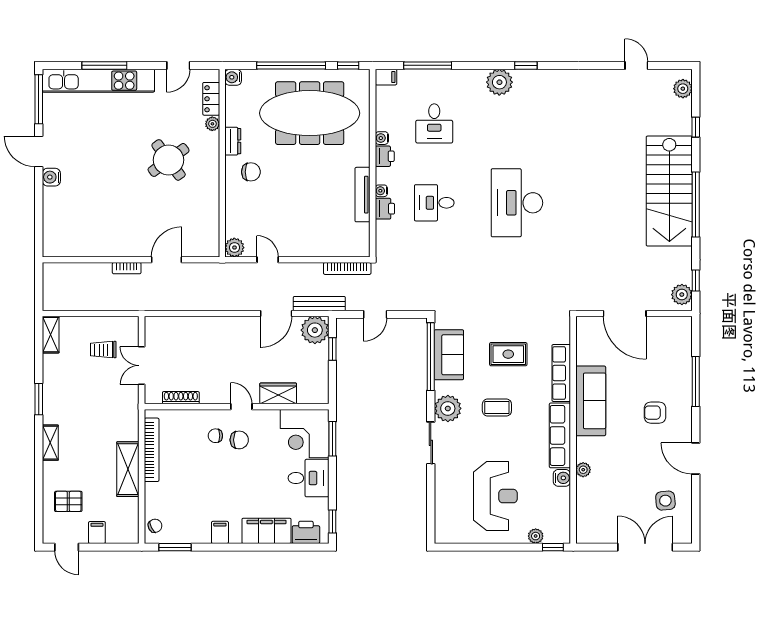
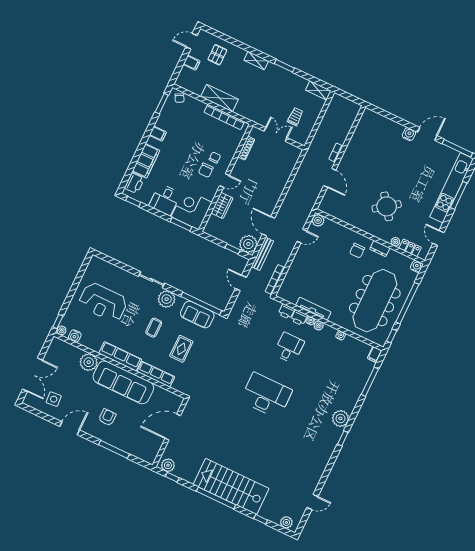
desk: (434, 123) -> (335, 370), removed
printer: (385, 156) -> (286, 311), moved
plant: (383, 176) -> (319, 326), added
sofa: (591, 401) -> (123, 382), width x1.36, depth x1.27
plant: (583, 470) -> (89, 362), width x1.87, depth x1.87
water cooler: (562, 478) -> (75, 336), moved
plant: (536, 536) -> (61, 330), moved

